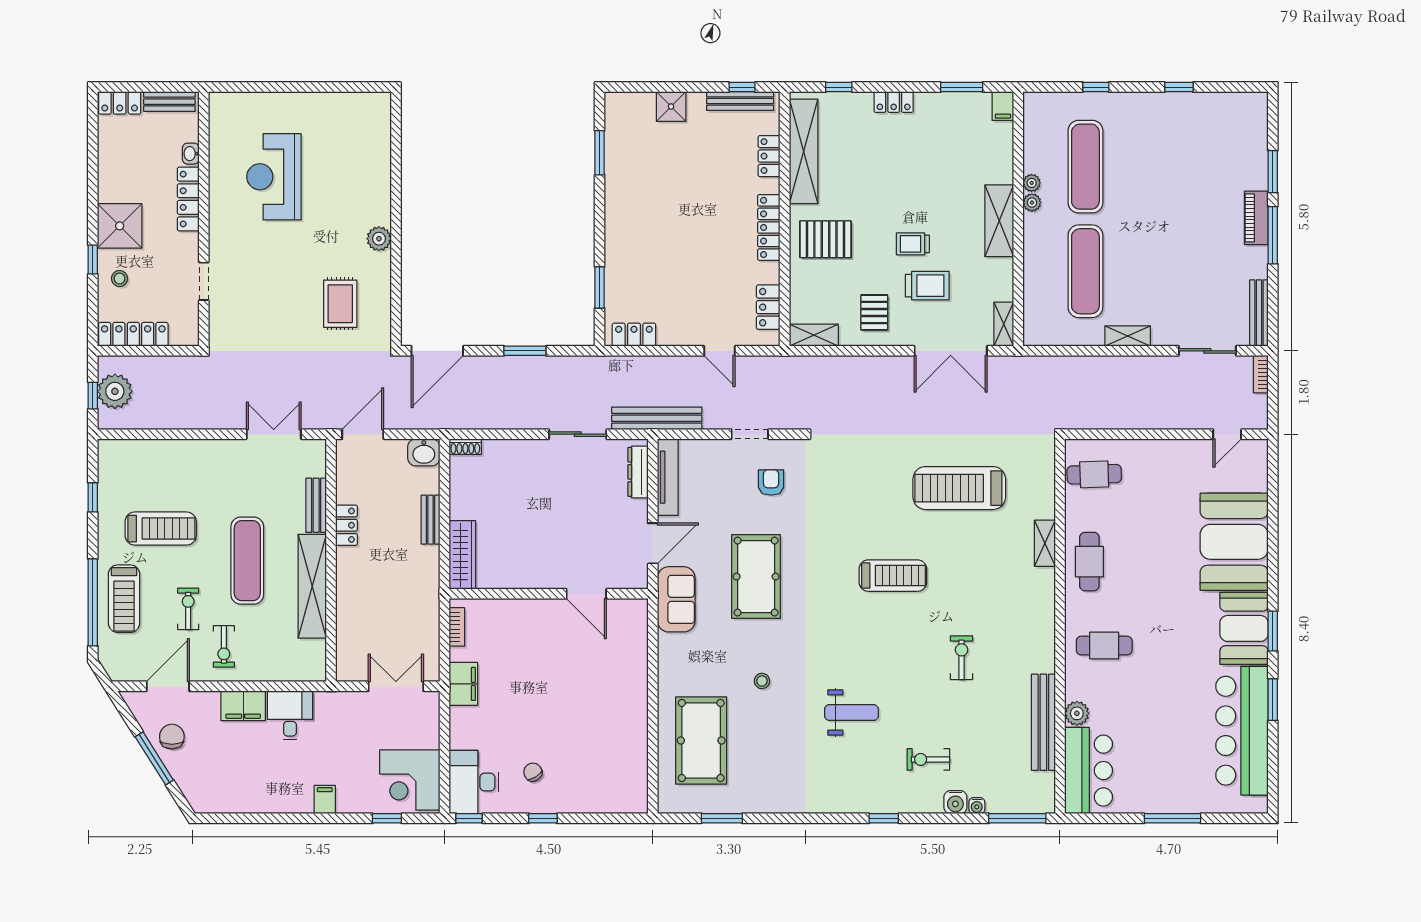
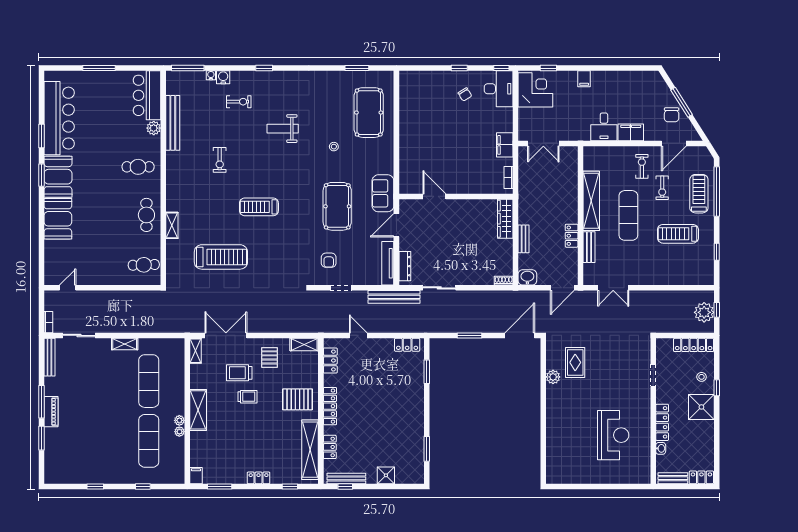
plant: (379, 239) -> (553, 377), moved
booth: (1234, 542) -> (58, 219), width x0.73, depth x0.70

